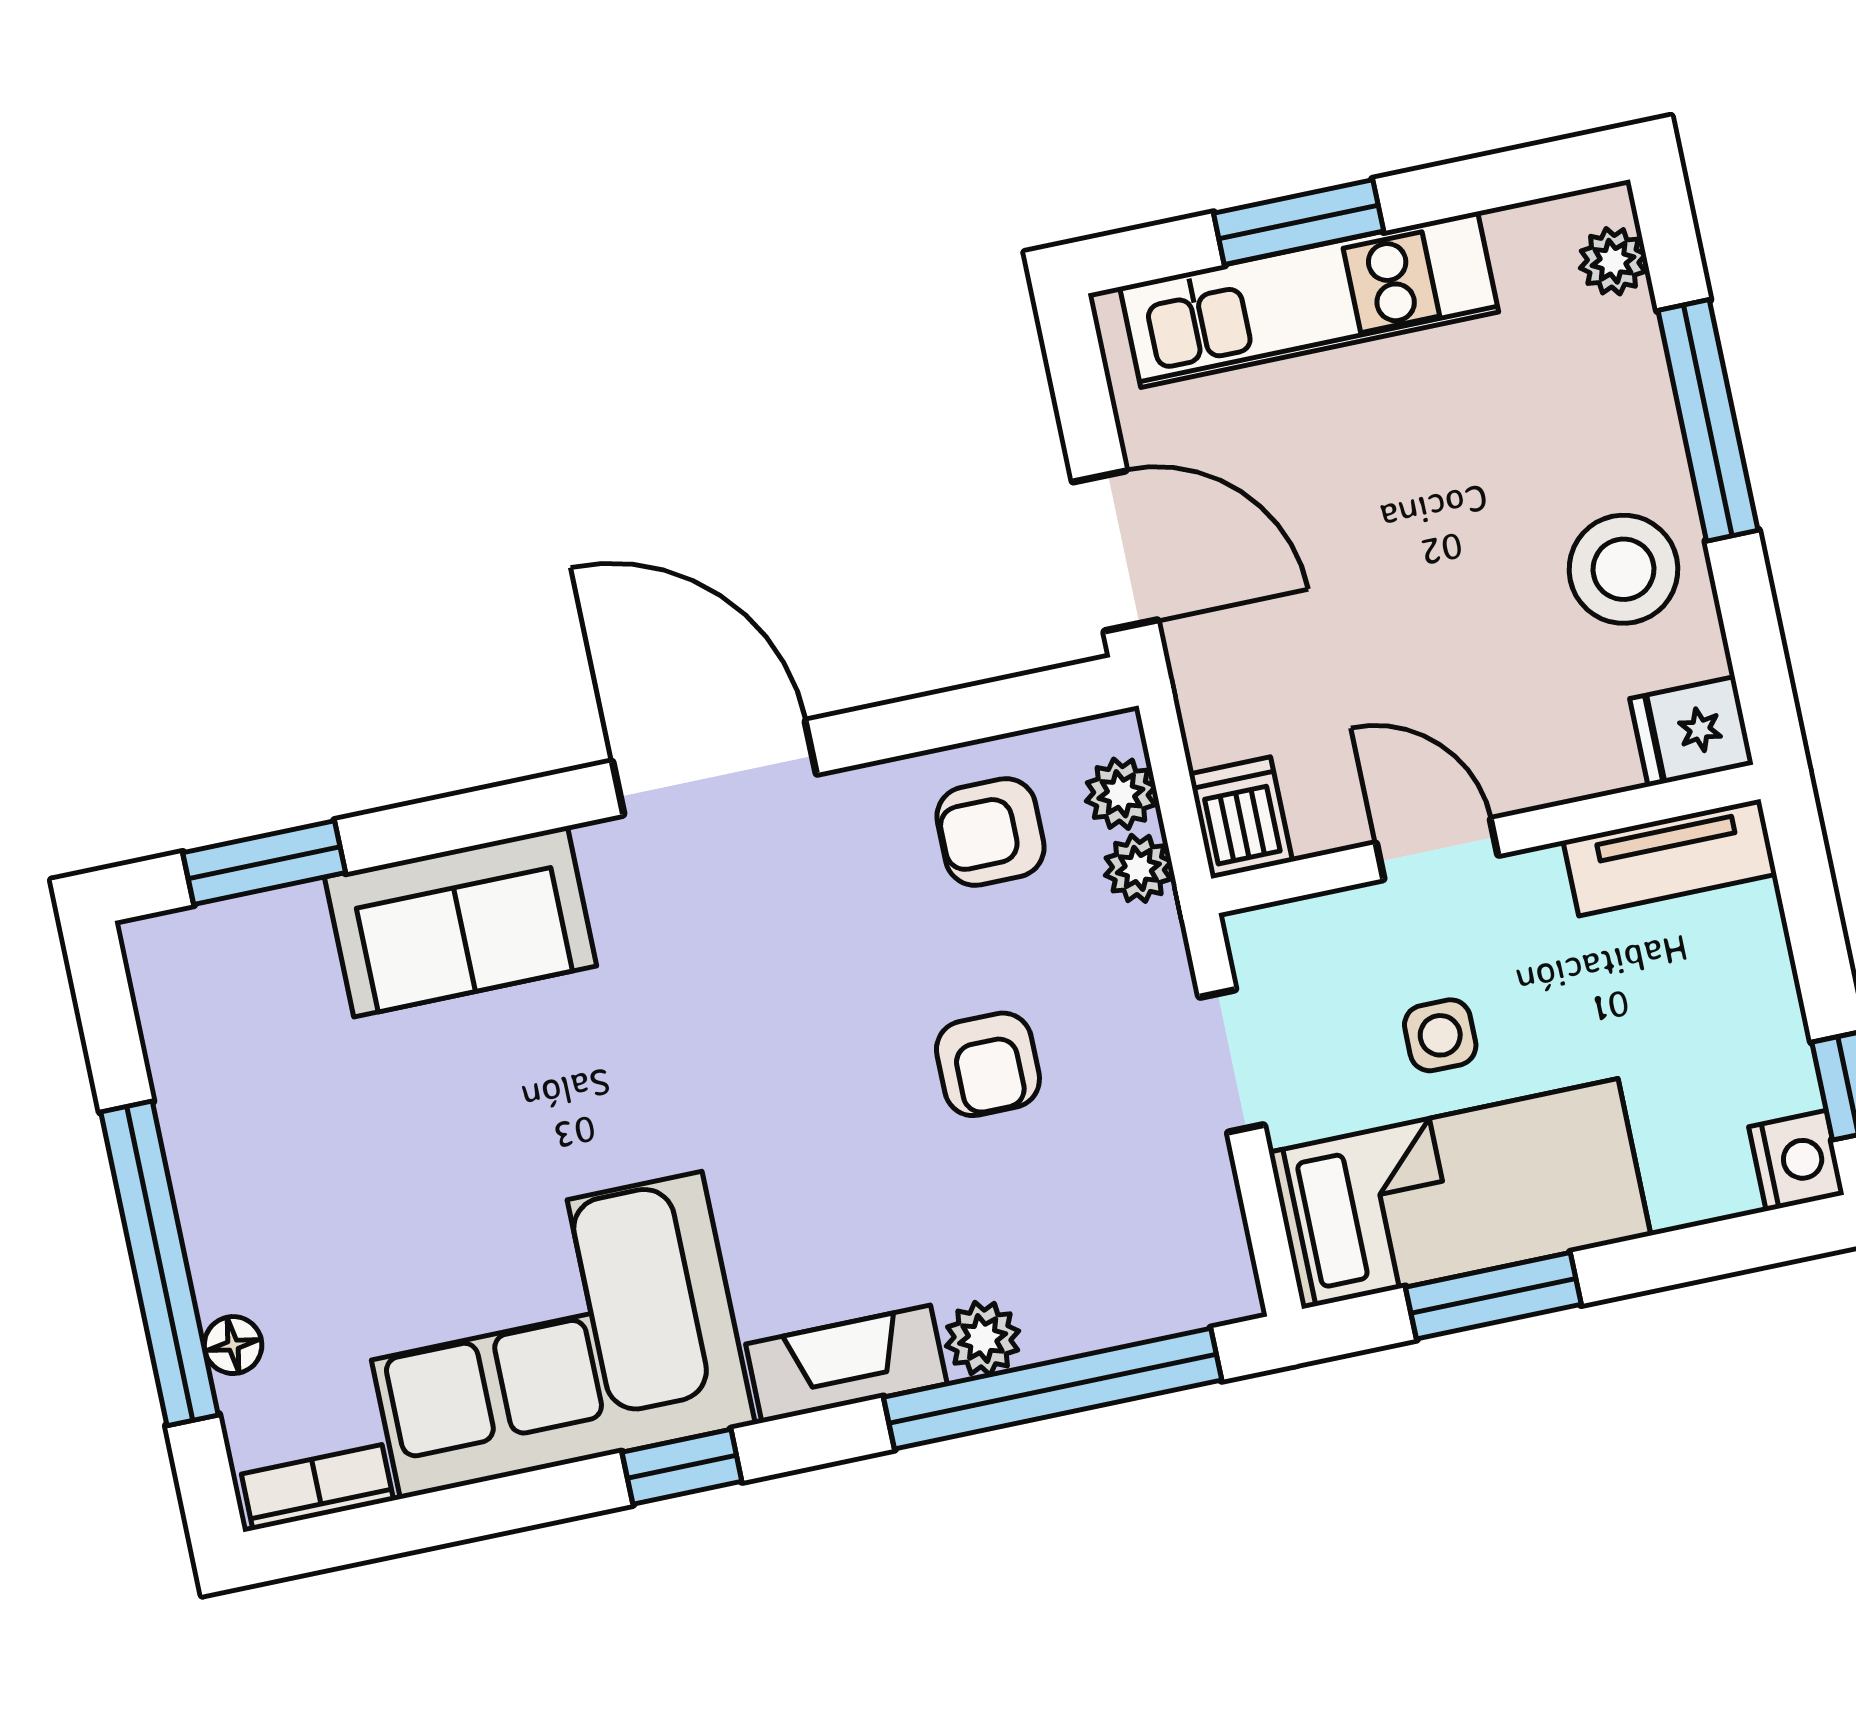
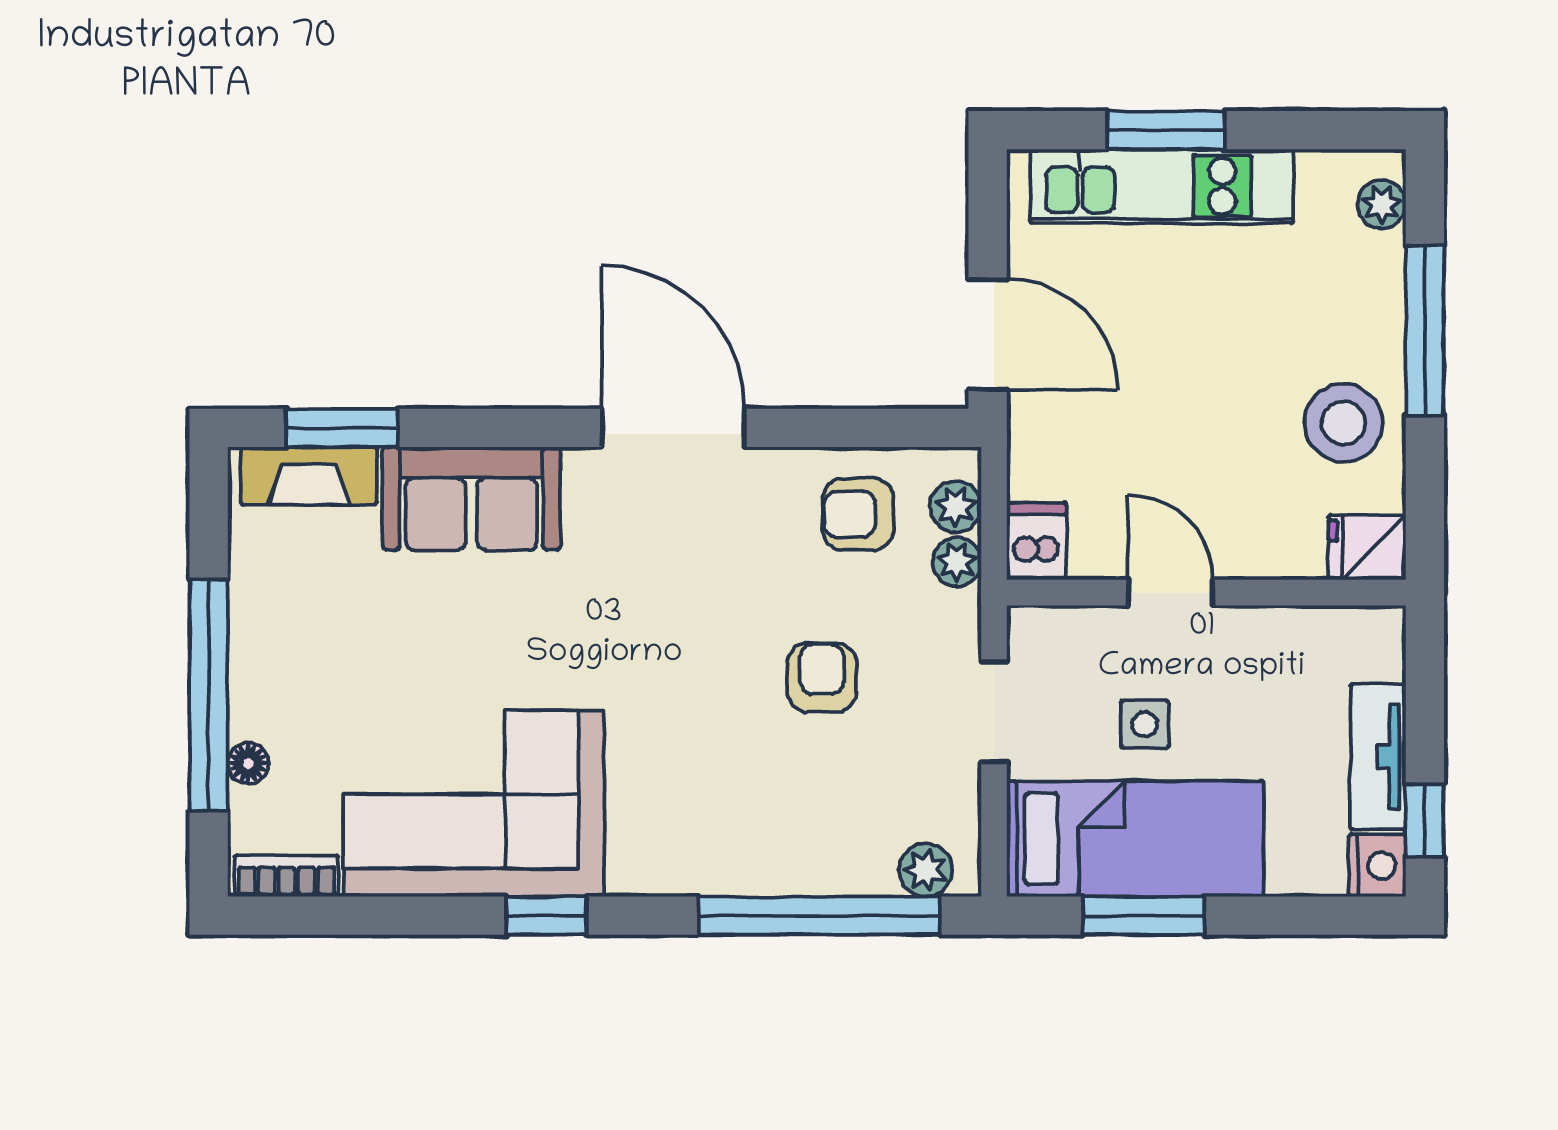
tv unit: (1670, 858) -> (1378, 756), moved, turned 90
armchair: (988, 1064) -> (822, 678), turned 180
plant: (983, 1338) -> (926, 870), moved
fireplace: (846, 1364) -> (309, 476), moved, turned 180

